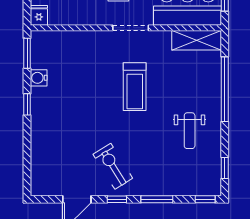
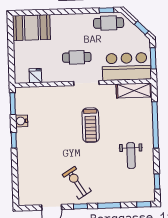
fridge: (39, 15) -> (35, 76), moved

